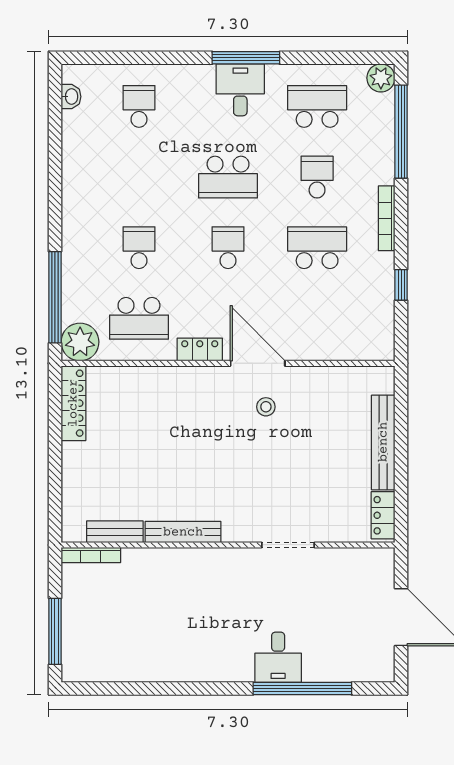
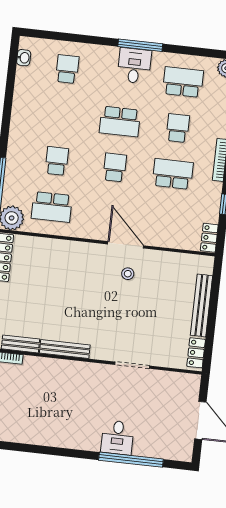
locker: (200, 349) -> (209, 238), moved, turned -90

